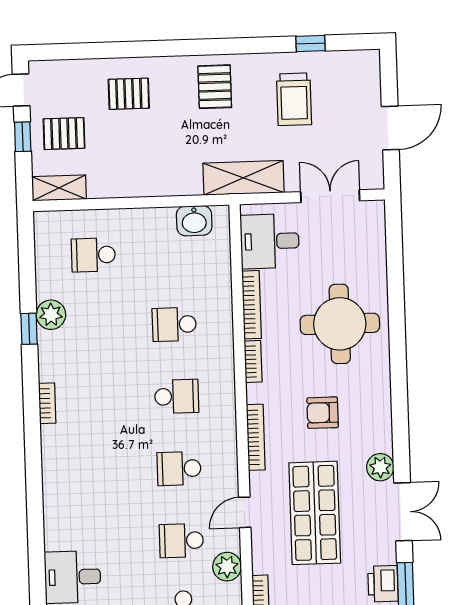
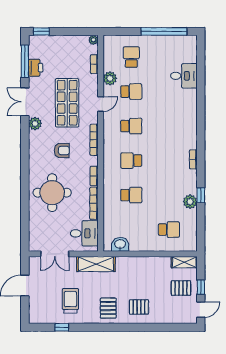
pallet: (129, 94) -> (139, 307), moved

